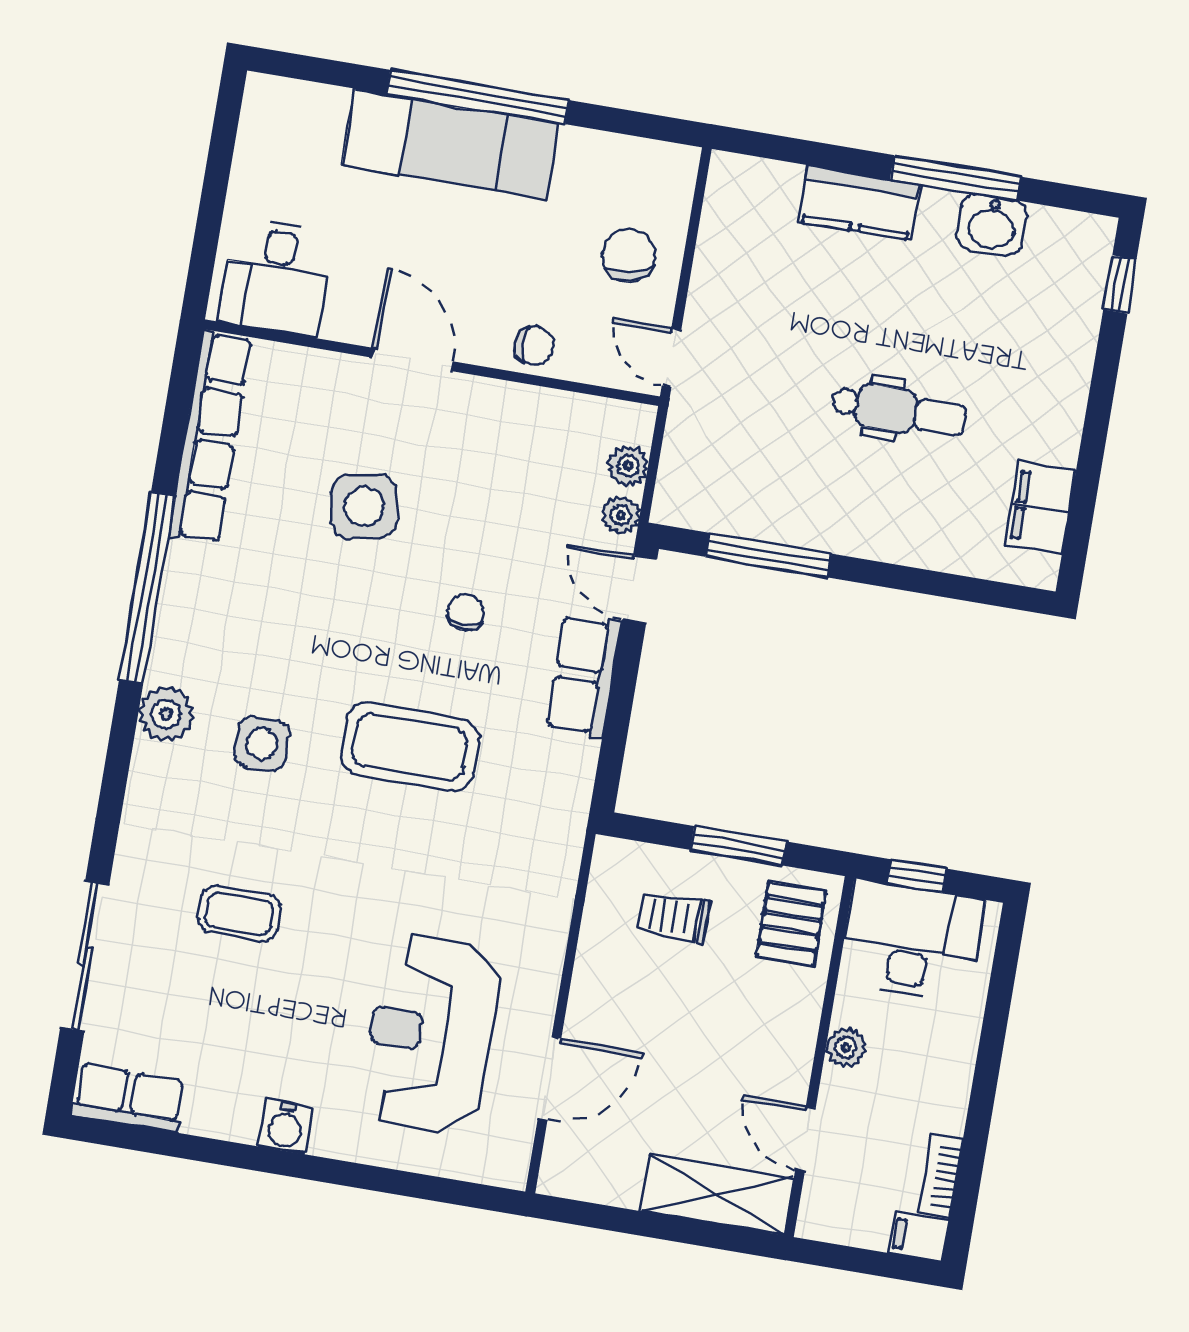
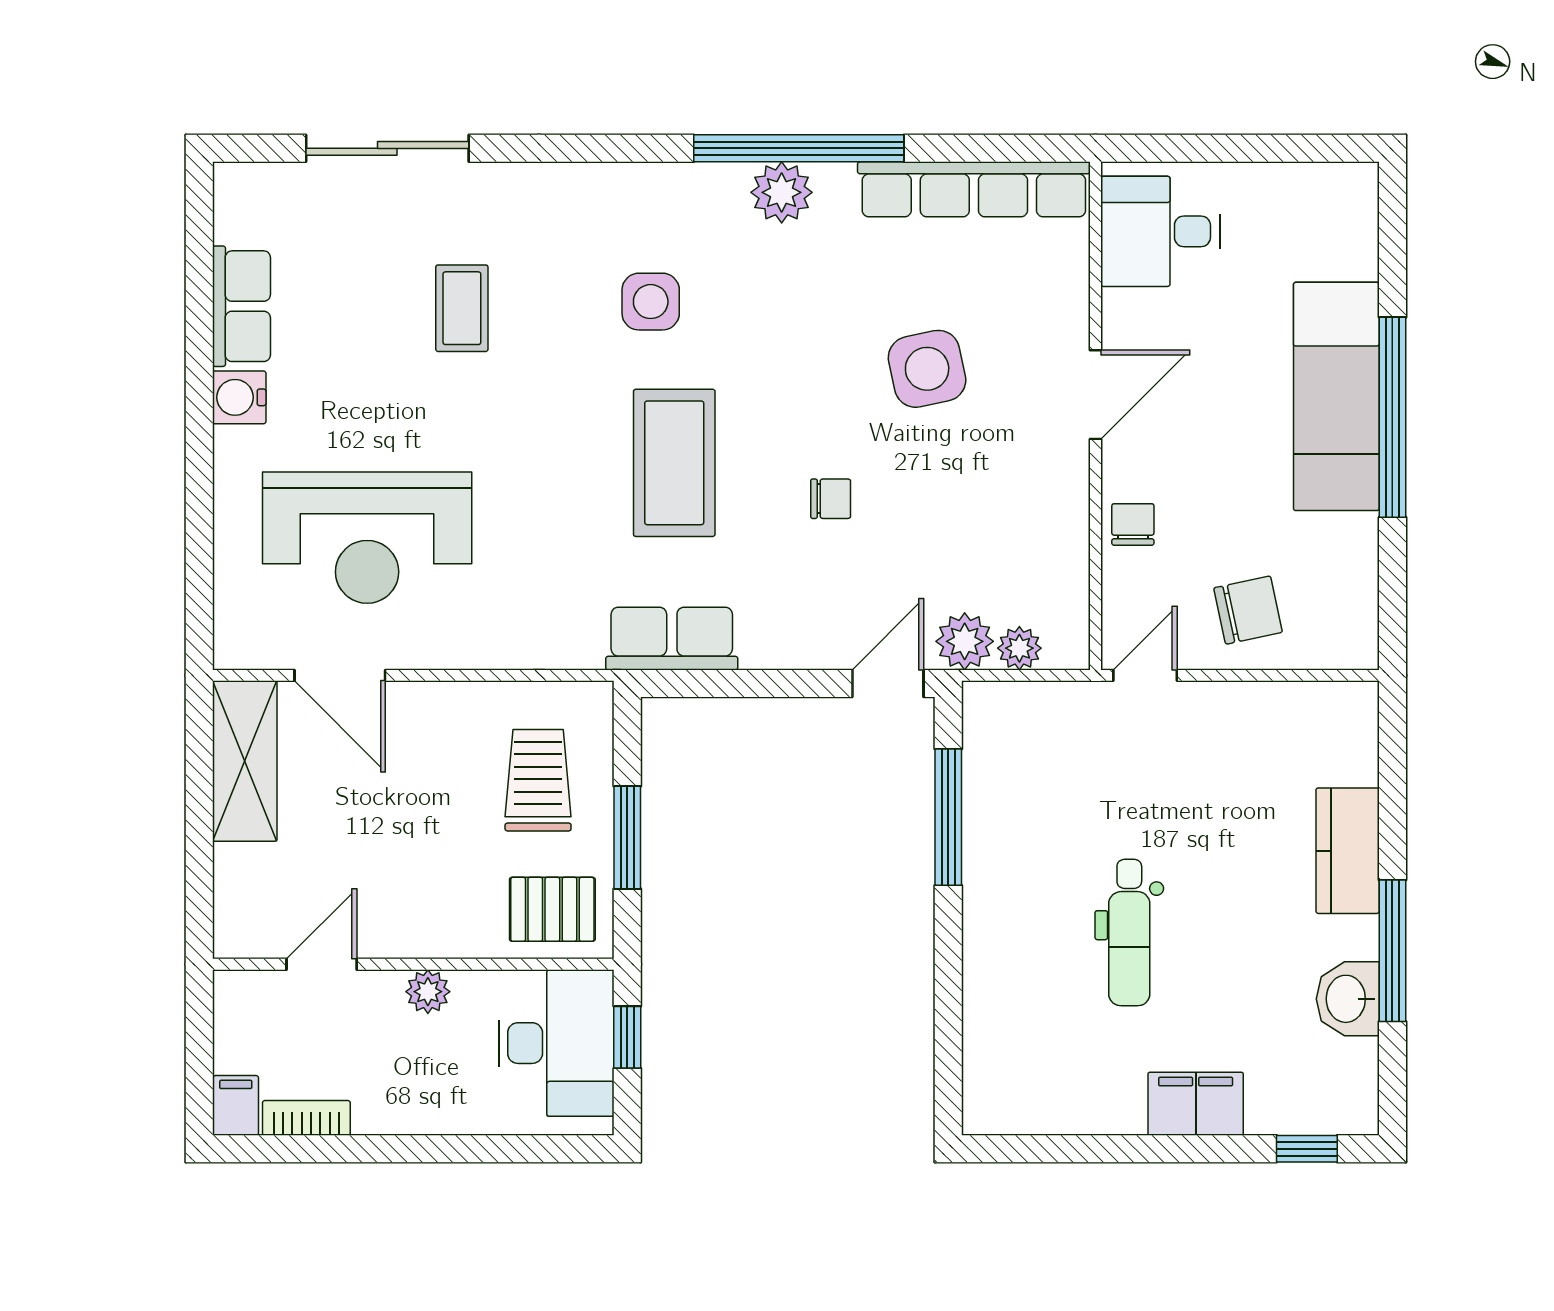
chair: (534, 346) -> (1133, 524), turned 180
filing cabinet: (1040, 508) -> (1196, 1104), moved
plant: (621, 515) -> (965, 641), width x1.38, depth x1.38
row of seats: (584, 675) -> (672, 639), moved
plant: (166, 714) -> (782, 192), moved
trolley: (673, 917) -> (538, 780), width x1.36, depth x1.39
reception desk: (430, 1033) -> (367, 538), turned 180
row of seats: (129, 1098) -> (241, 306), moved
shelving: (717, 1194) -> (245, 761), moved

